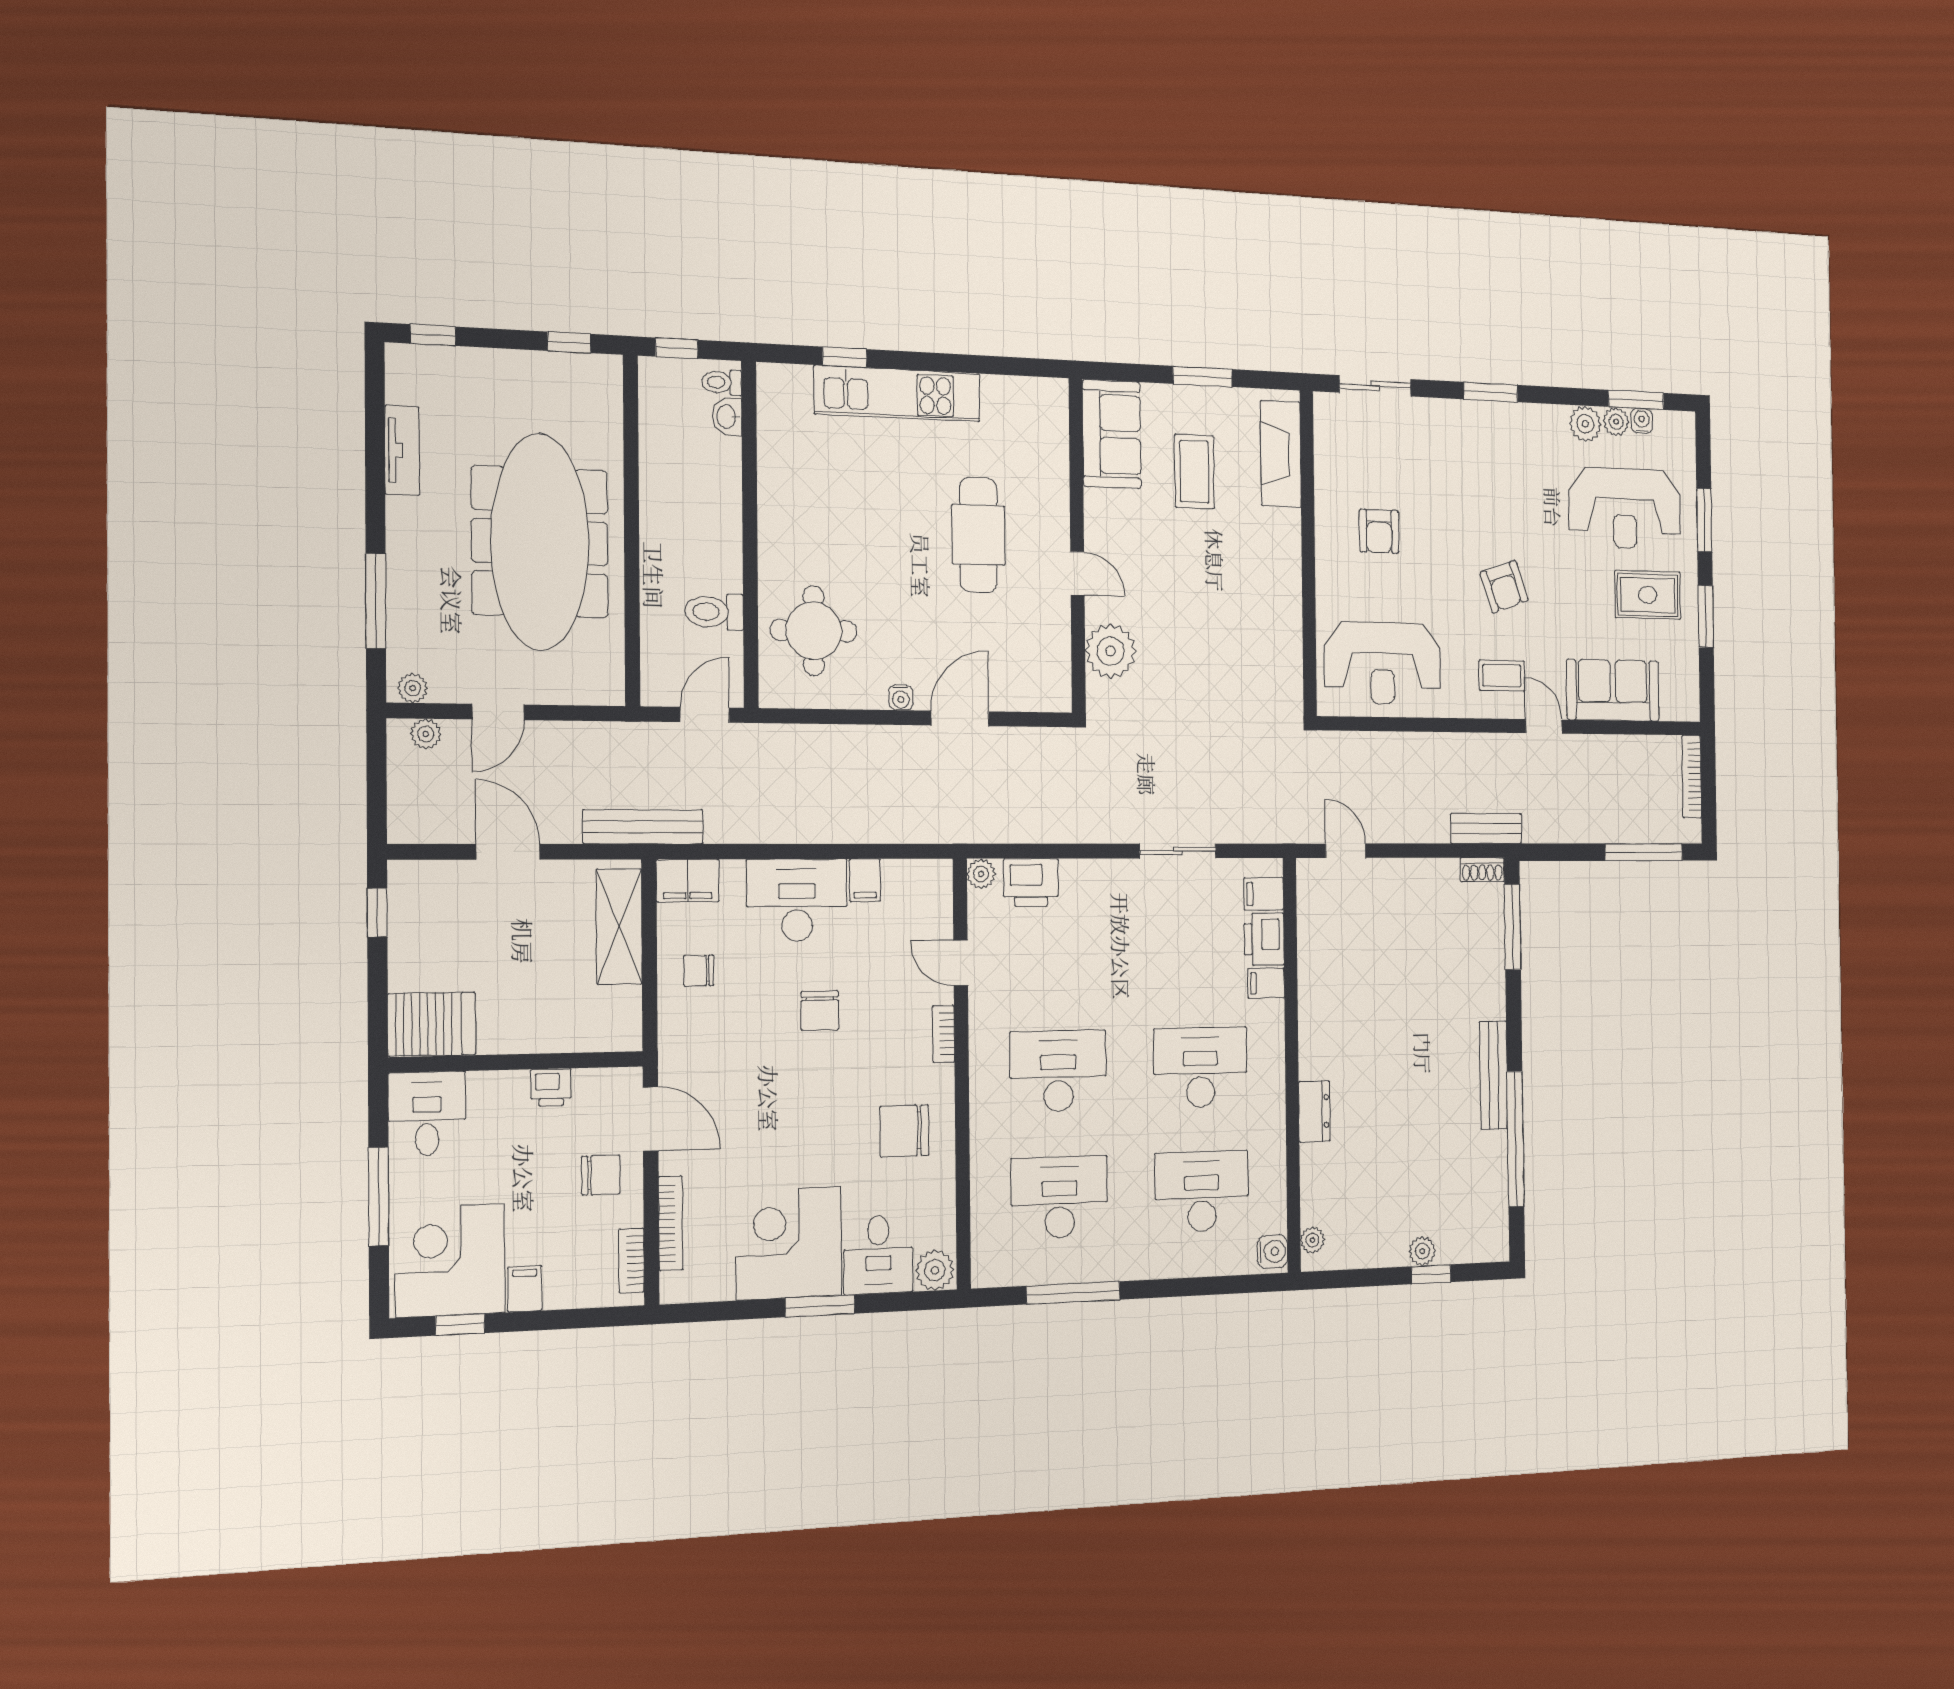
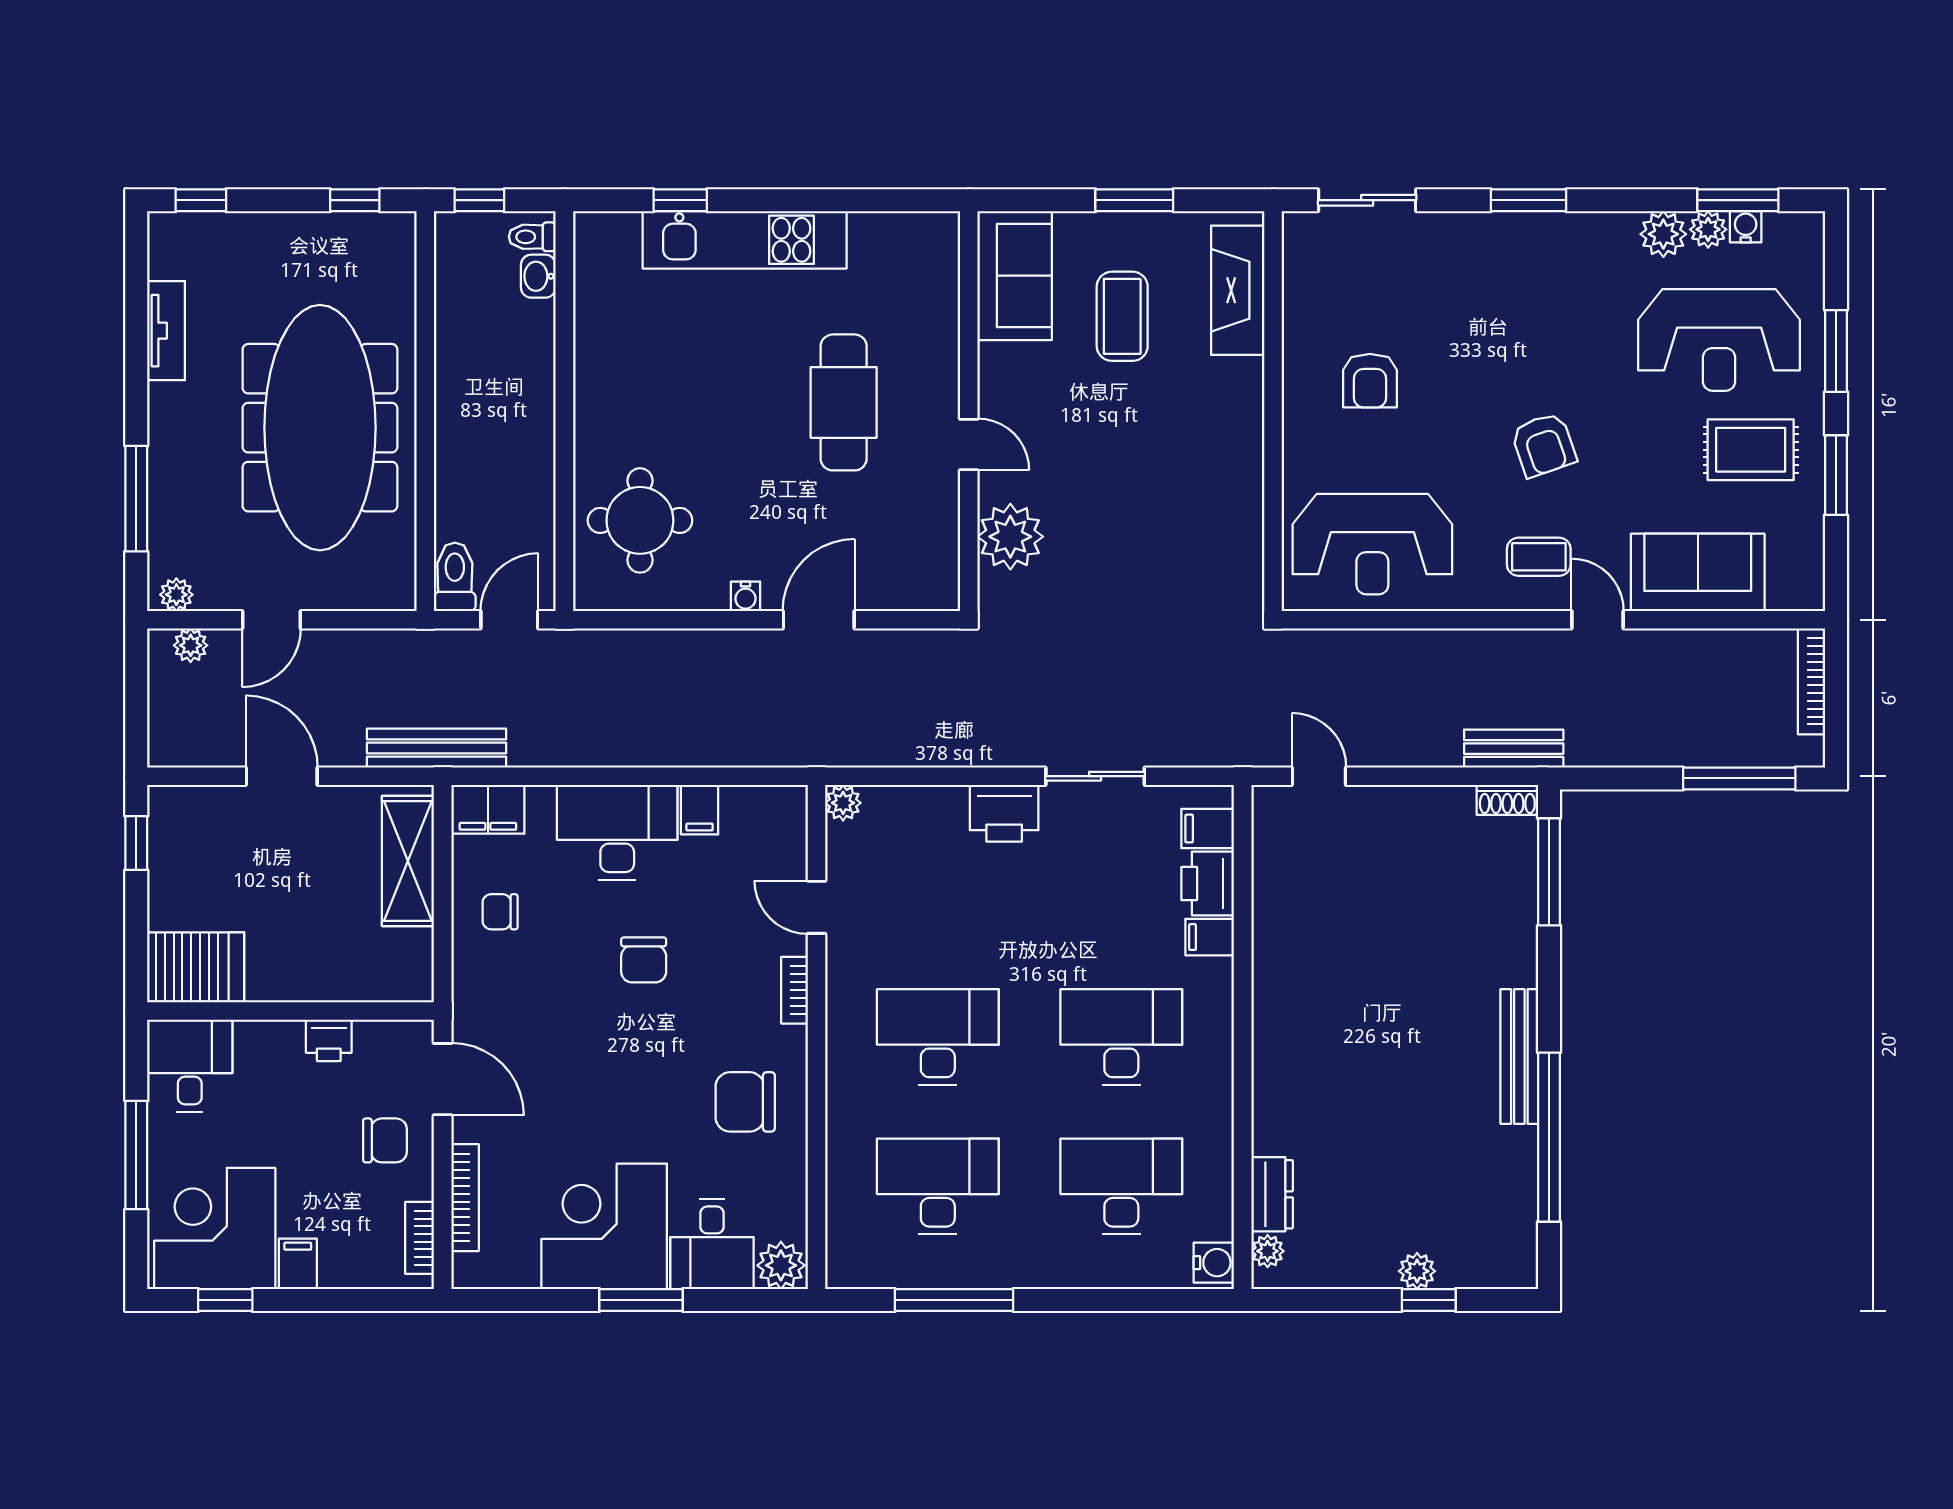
toilet: (714, 612) -> (455, 577), moved, turned 90
printer: (1031, 882) -> (1004, 813), moved
dresser: (1314, 1111) -> (1272, 1194), moved

